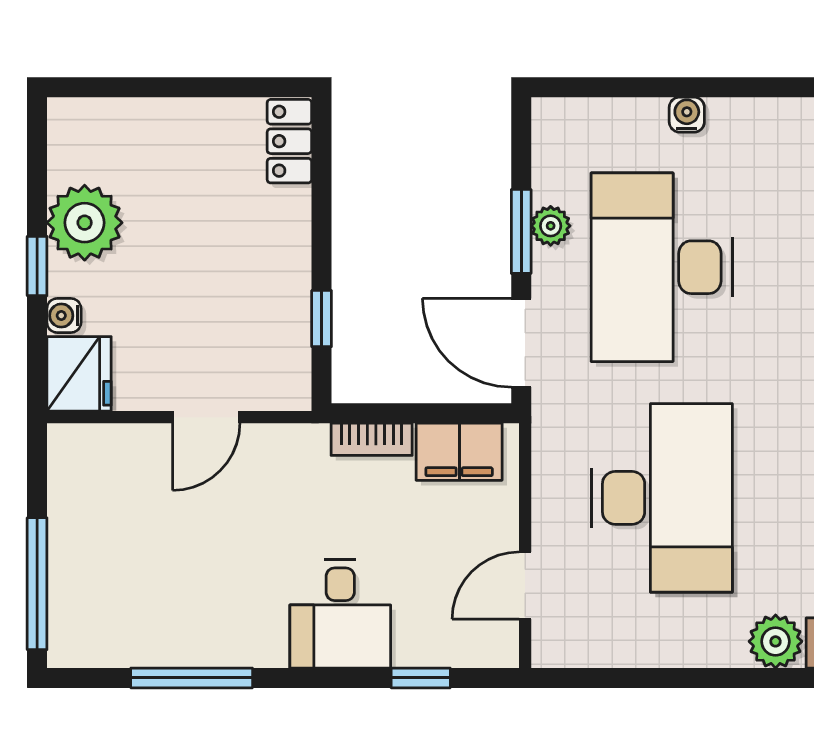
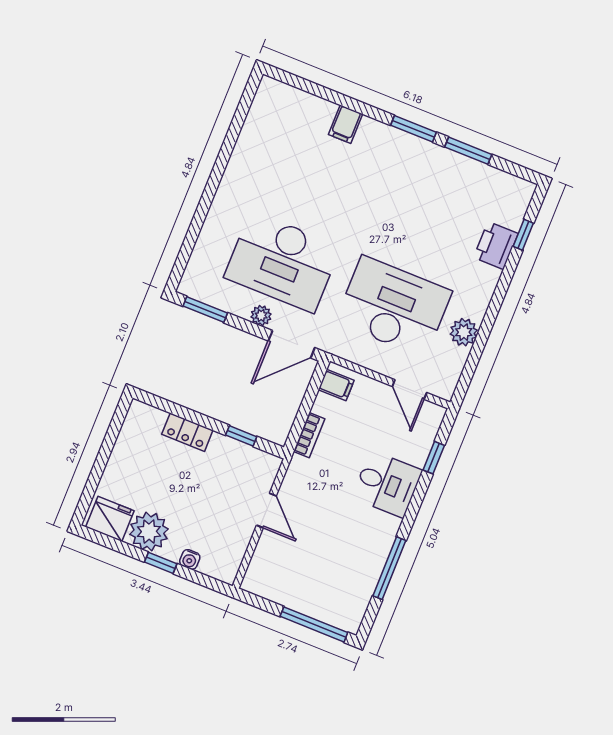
water cooler: (687, 115) -> (214, 220), removed
locker: (289, 141) -> (187, 432), moved
plant: (551, 226) -> (261, 315), moved
window: (521, 231) -> (205, 310), moved
fridge: (79, 374) -> (110, 519), moved
filing cabinet: (459, 452) -> (336, 385), width x0.50
plant: (776, 641) -> (464, 332), moved

